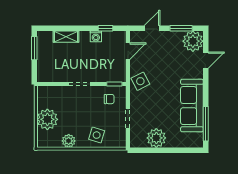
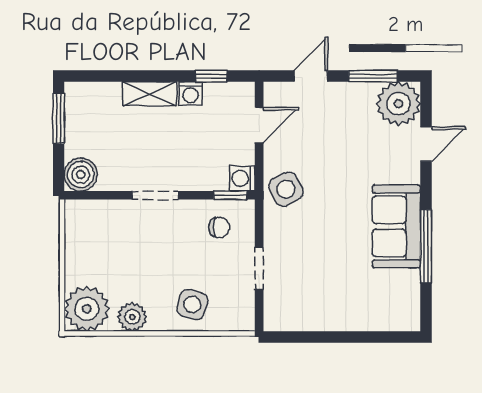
shelving: (66, 37) -> (150, 94), moved
boiler: (45, 74) -> (81, 175), added
washing machine: (120, 76) -> (242, 178), added
sofa: (192, 106) -> (396, 226), width x0.73
plant: (47, 119) -> (87, 309), moved
window: (206, 124) -> (426, 246), moved
plant: (156, 138) -> (320, 311), removed

